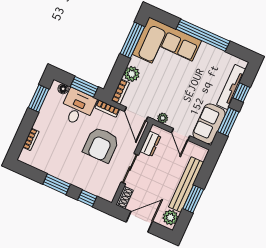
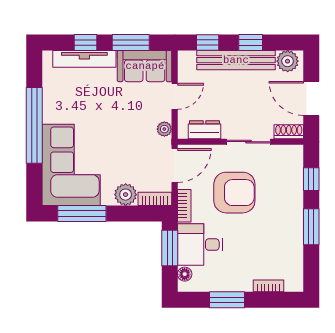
window: (39, 98) -> (227, 300), moved
window: (206, 171) -> (208, 42), added
window: (193, 199) -> (251, 42), width x0.67

